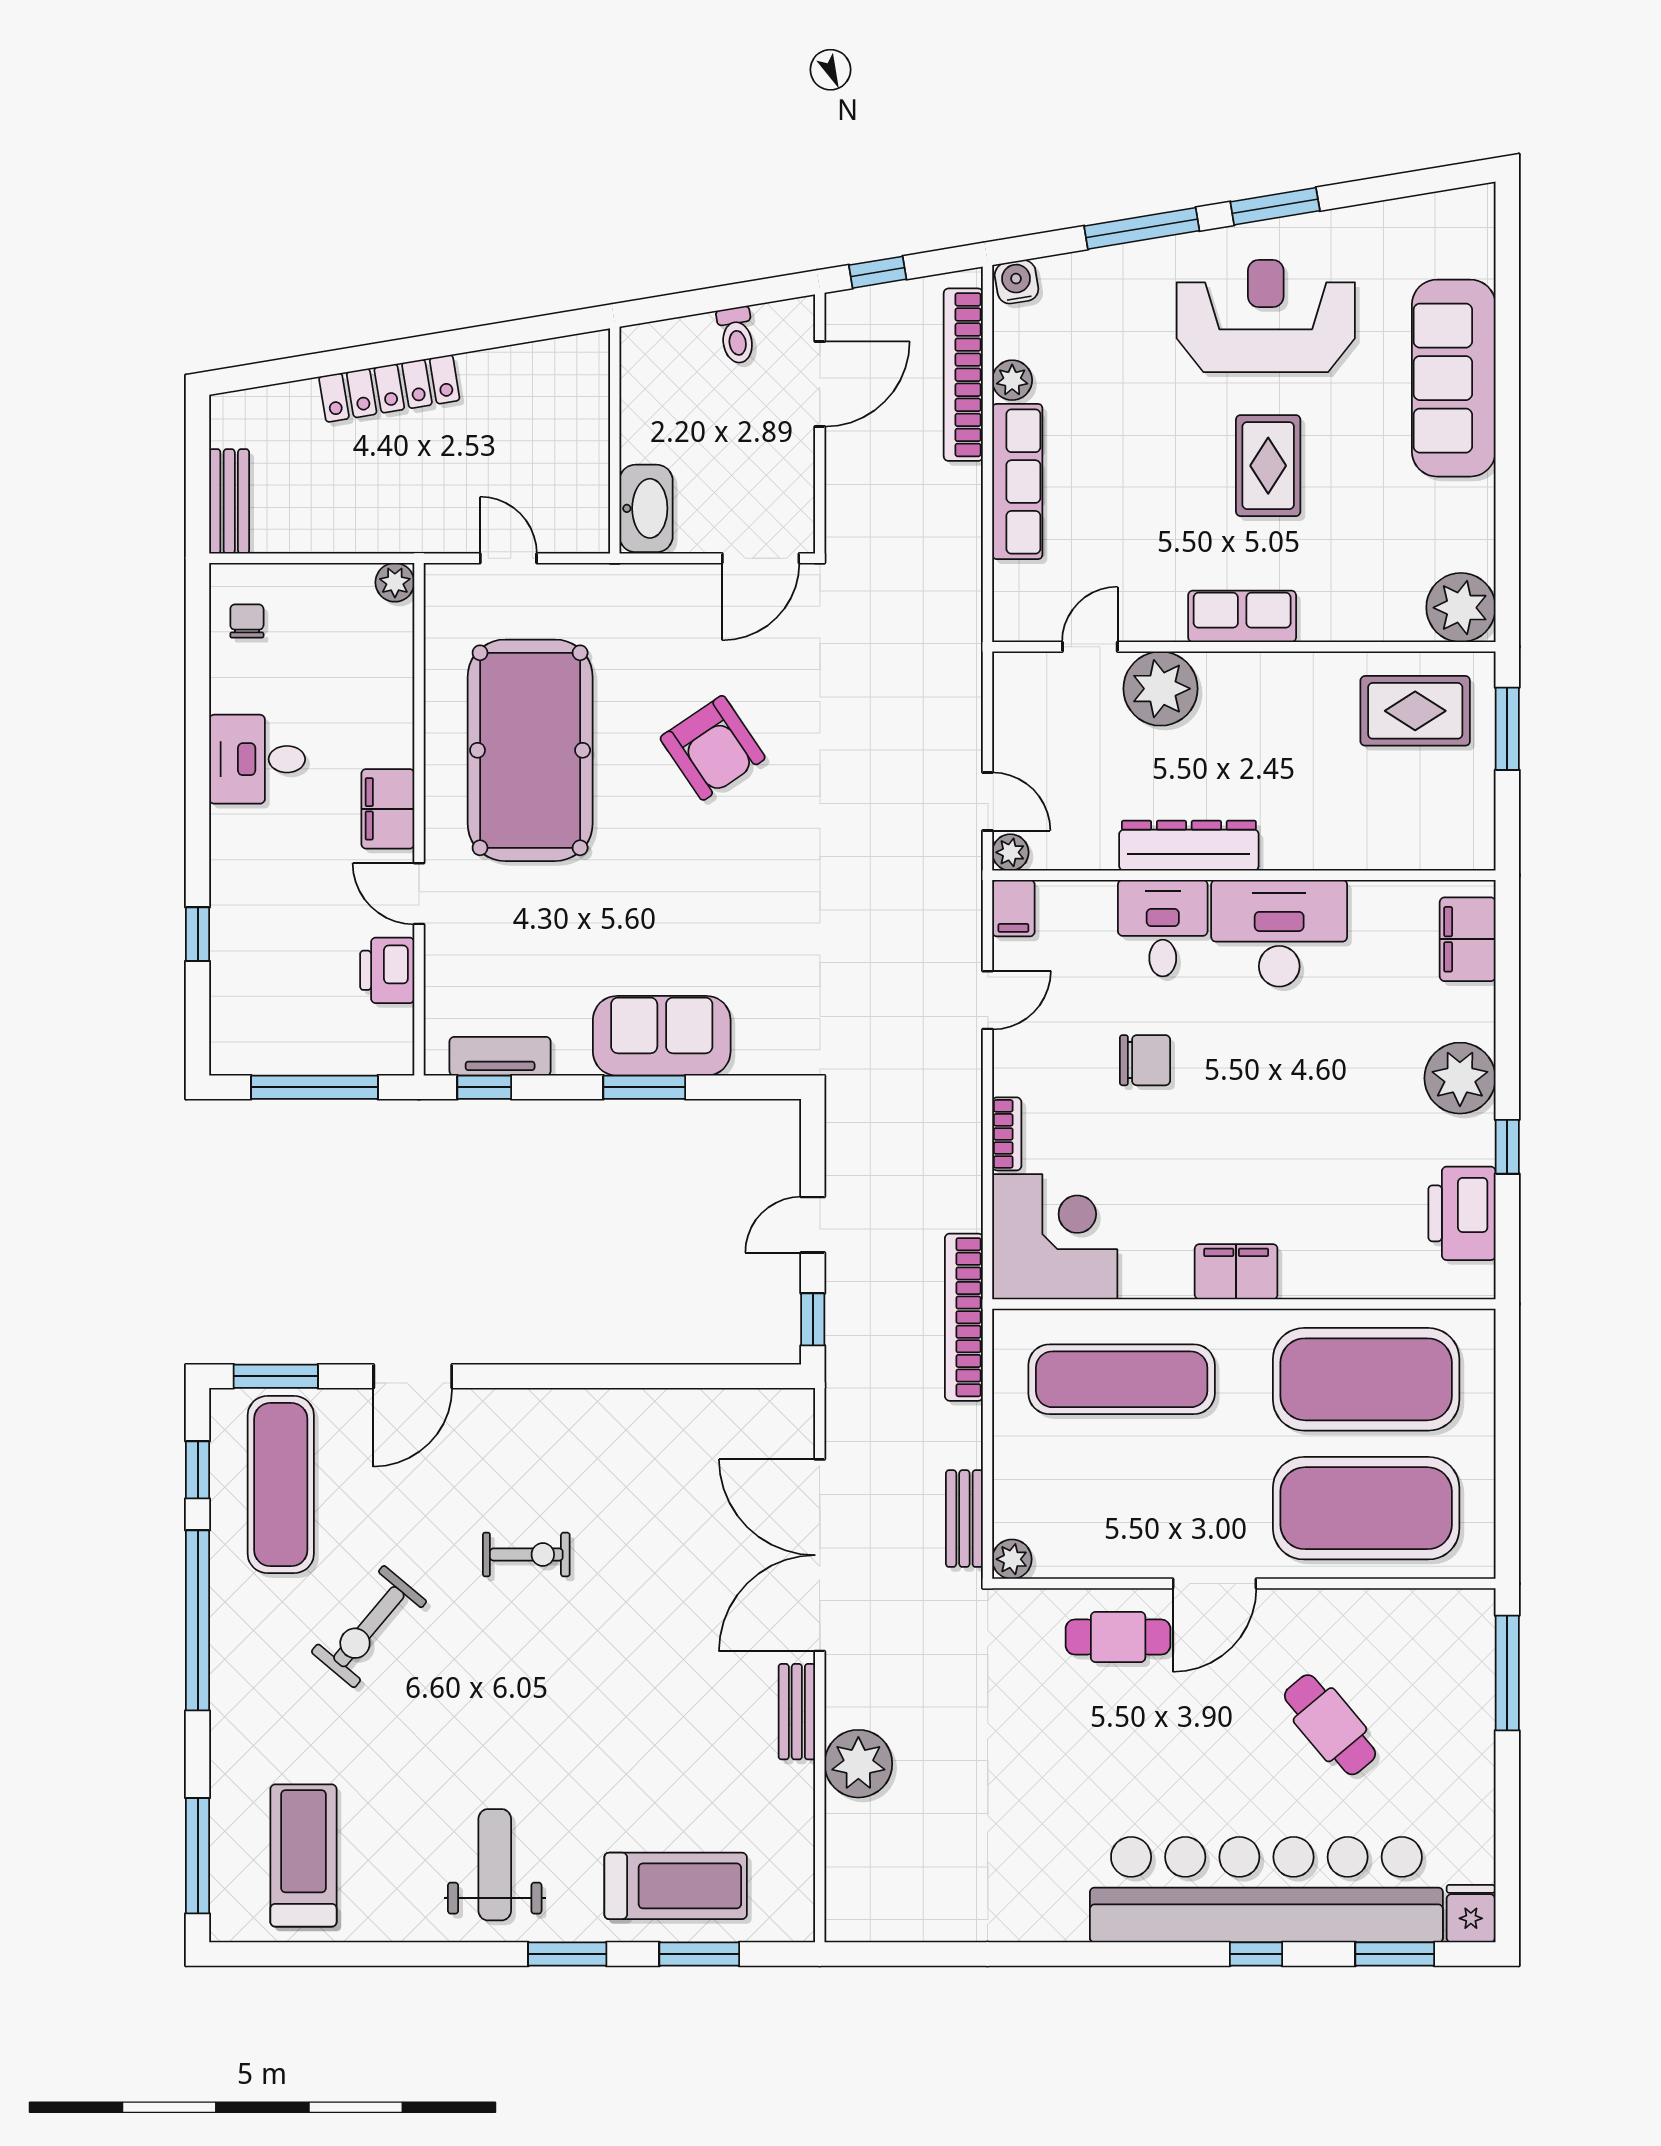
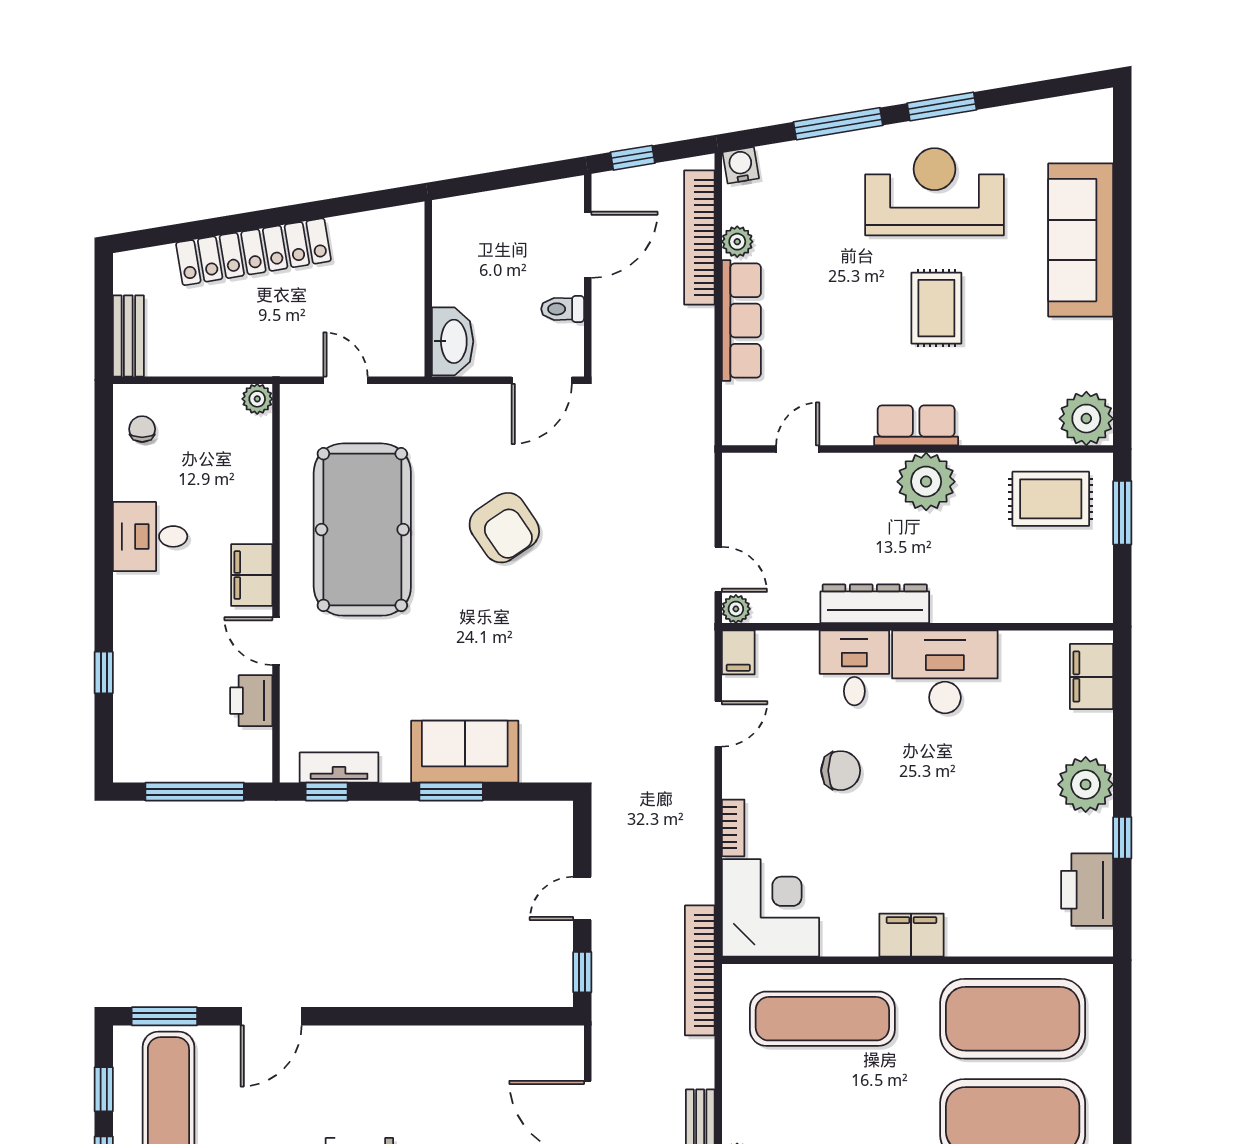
toilet: (736, 335) -> (563, 309), moved, turned 99
locker: (389, 388) -> (253, 252), width x1.41, depth x1.21
plant: (1161, 689) -> (926, 482), moved

